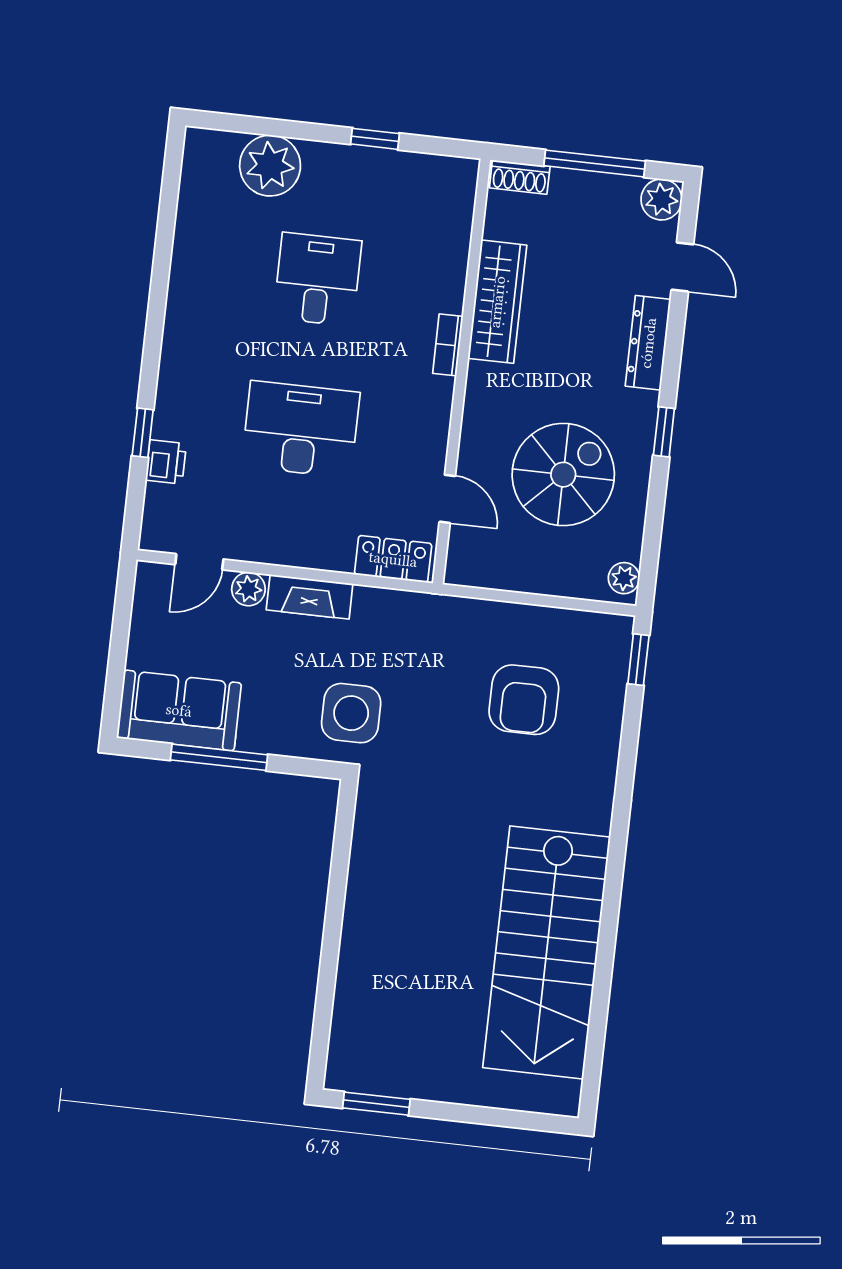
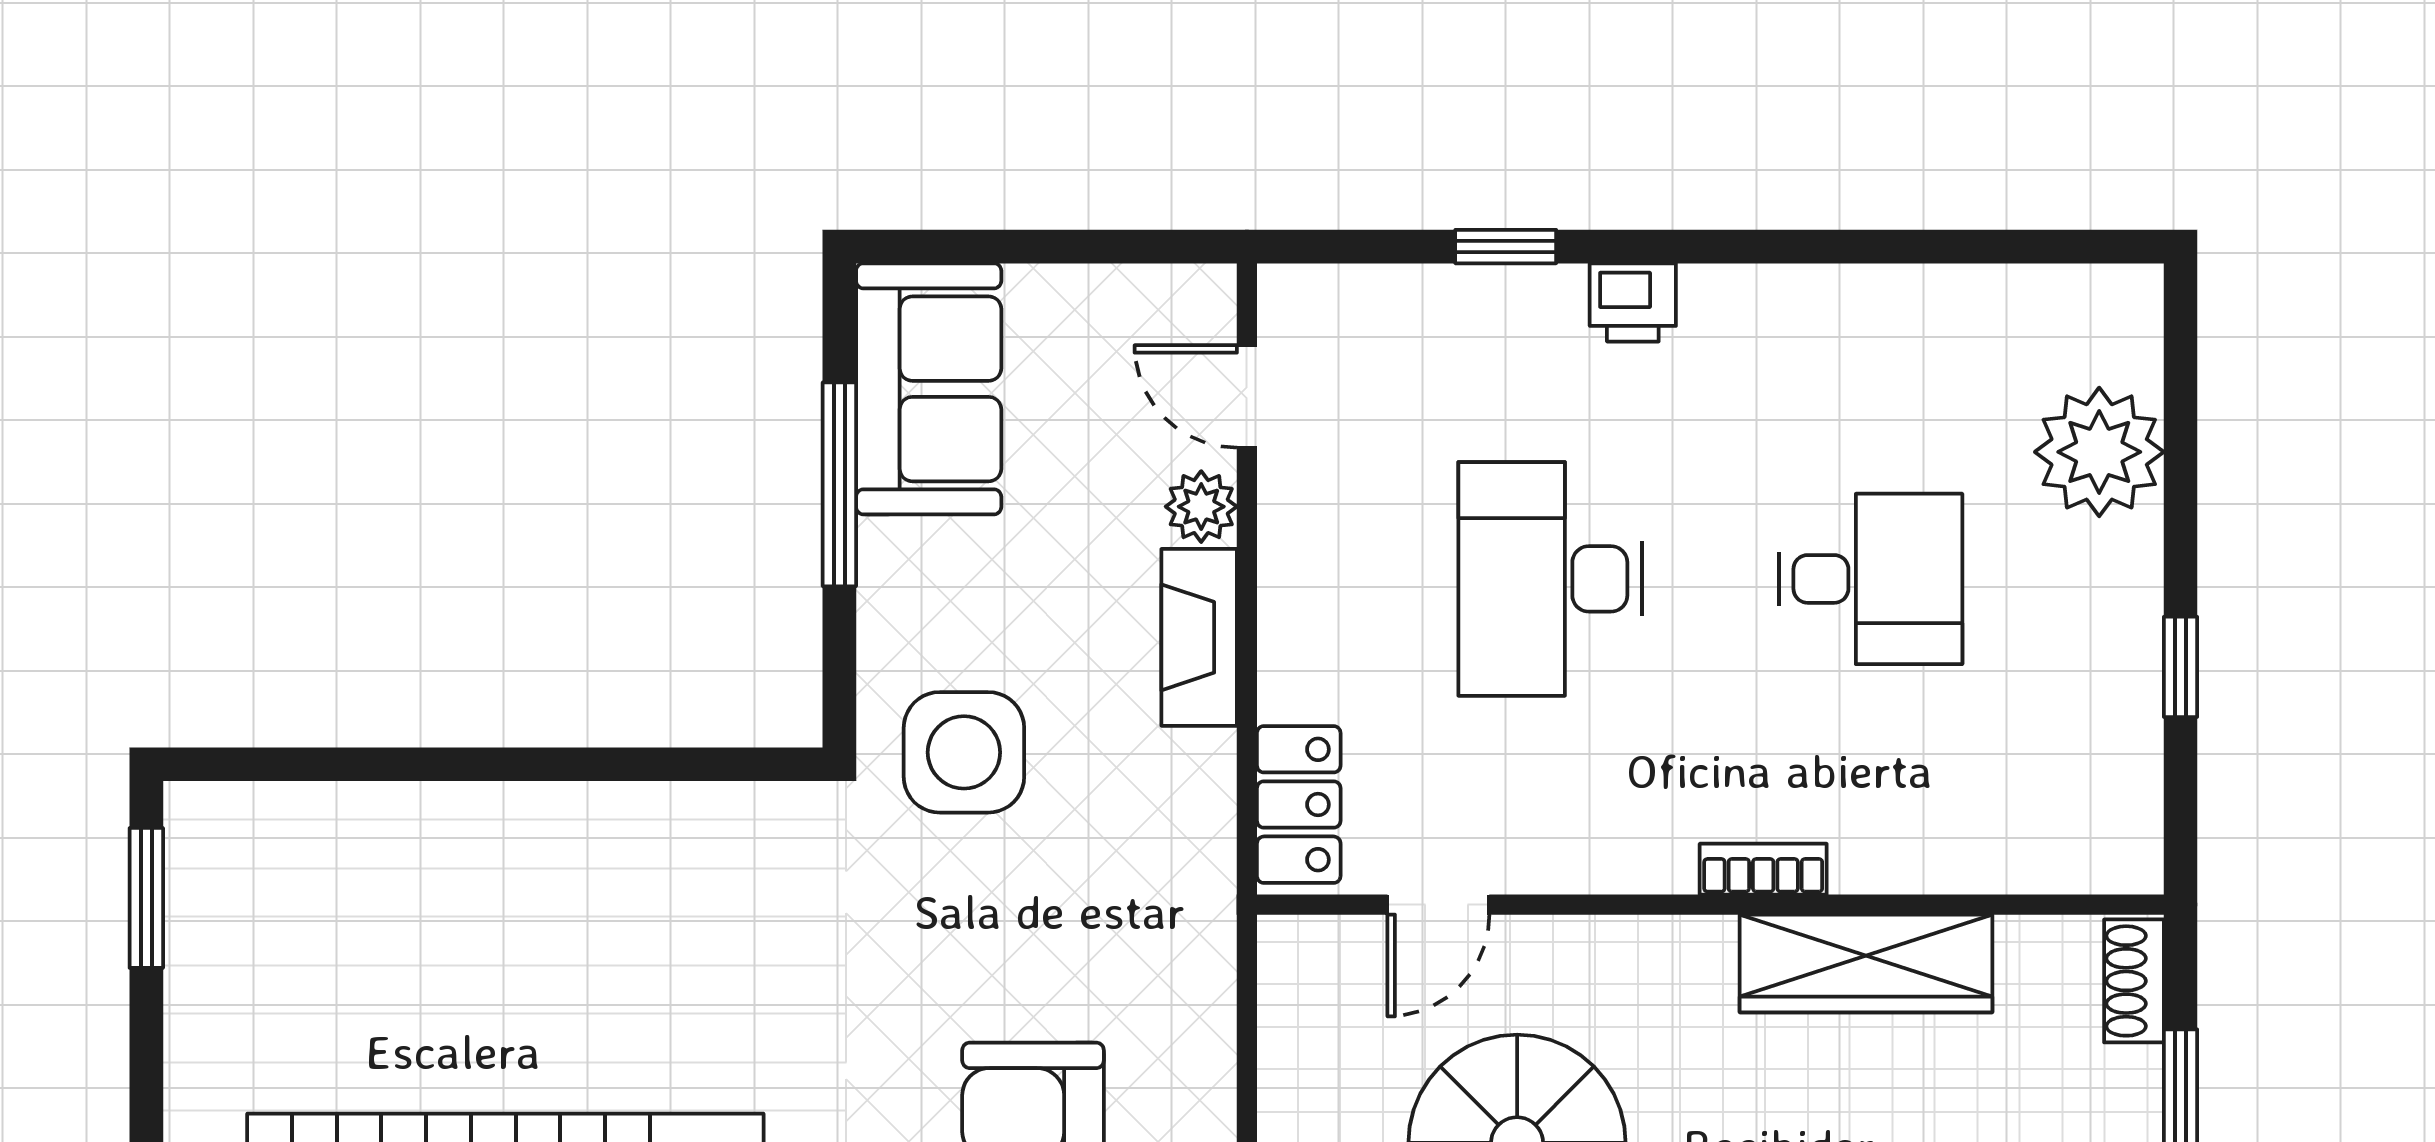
desk: (301, 429) -> (1550, 579), turned 180
printer: (166, 462) -> (1633, 302), moved

